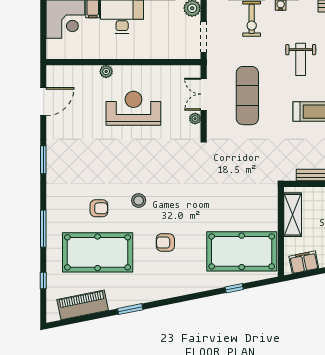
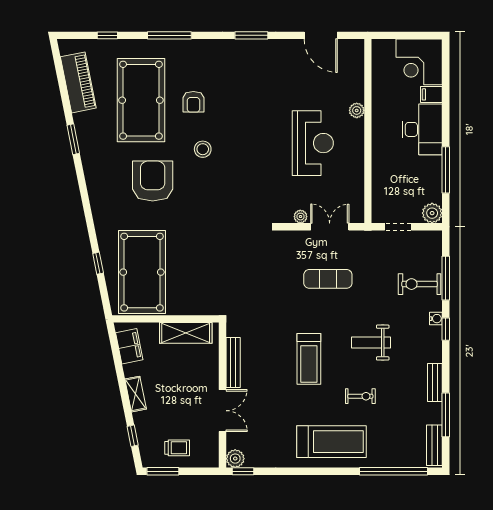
doorway: (204, 37) -> (398, 227), width x0.73
exercise mat: (247, 96) -> (328, 279), width x0.73, depth x0.69
armchair: (165, 243) -> (153, 181), width x1.88, depth x1.88

